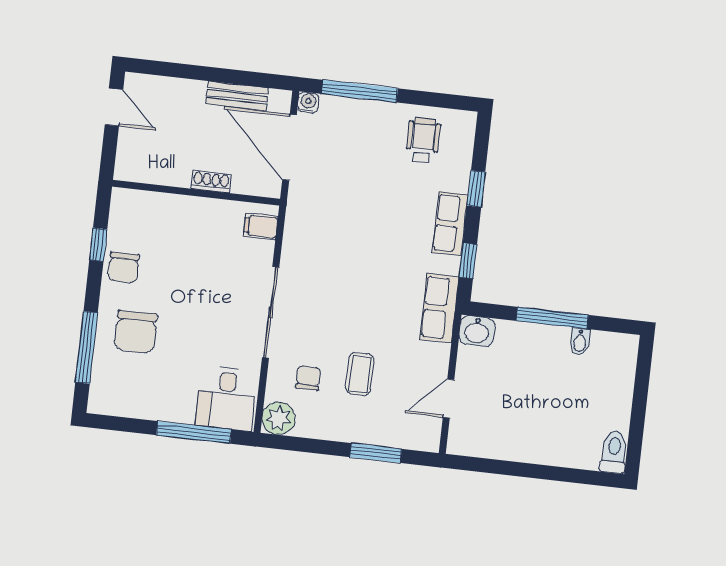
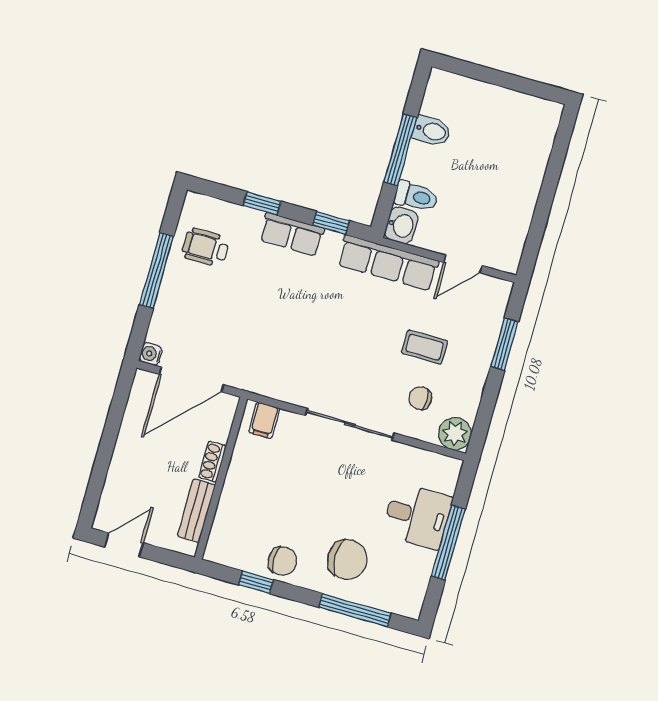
window: (360, 91) -> (157, 270), moved
bench: (237, 96) -> (196, 511), moved
row of seats: (439, 308) -> (388, 263), width x1.48
bidet: (580, 341) -> (432, 131), width x1.38, depth x1.36
desk: (226, 398) -> (417, 516), moved
door: (449, 399) -> (463, 264), hinge flipped
window: (194, 432) -> (448, 543), moved
toilet: (614, 452) -> (416, 196), moved, turned 180

